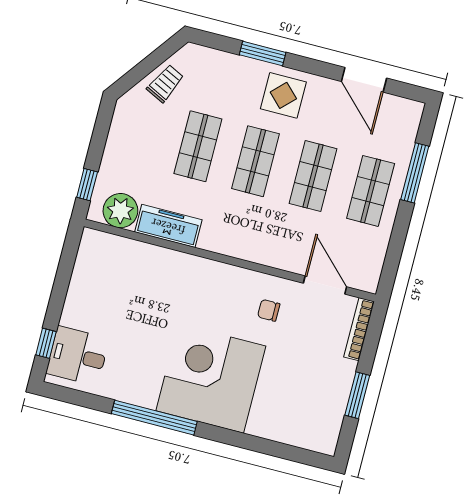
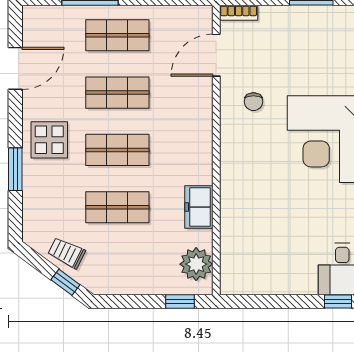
window: (136, 75) -> (65, 282), added
freezer: (168, 226) -> (199, 207), width x0.71
bookcase: (359, 329) -> (239, 13), width x0.64

